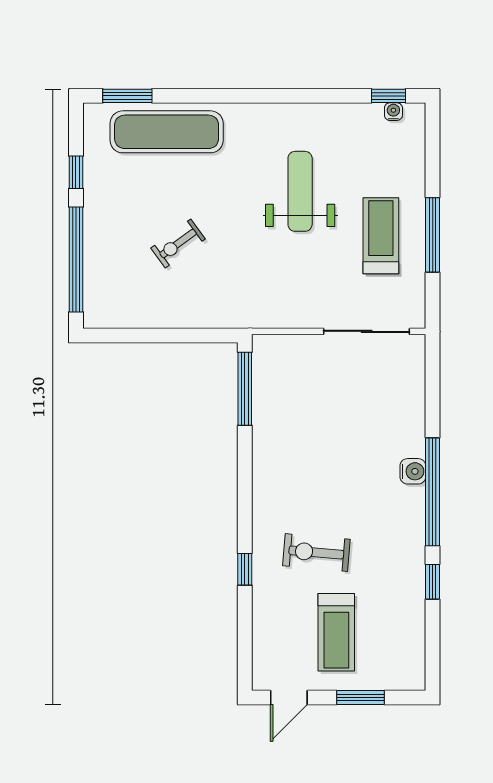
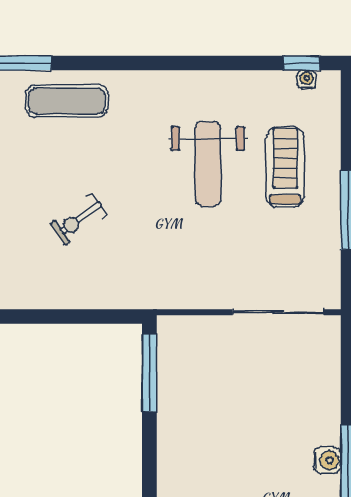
exercise mat: (167, 132) -> (67, 101), width x0.73, depth x0.69
weight bench: (300, 191) -> (208, 164), turned 180
treadmill: (381, 236) -> (285, 167), moved

